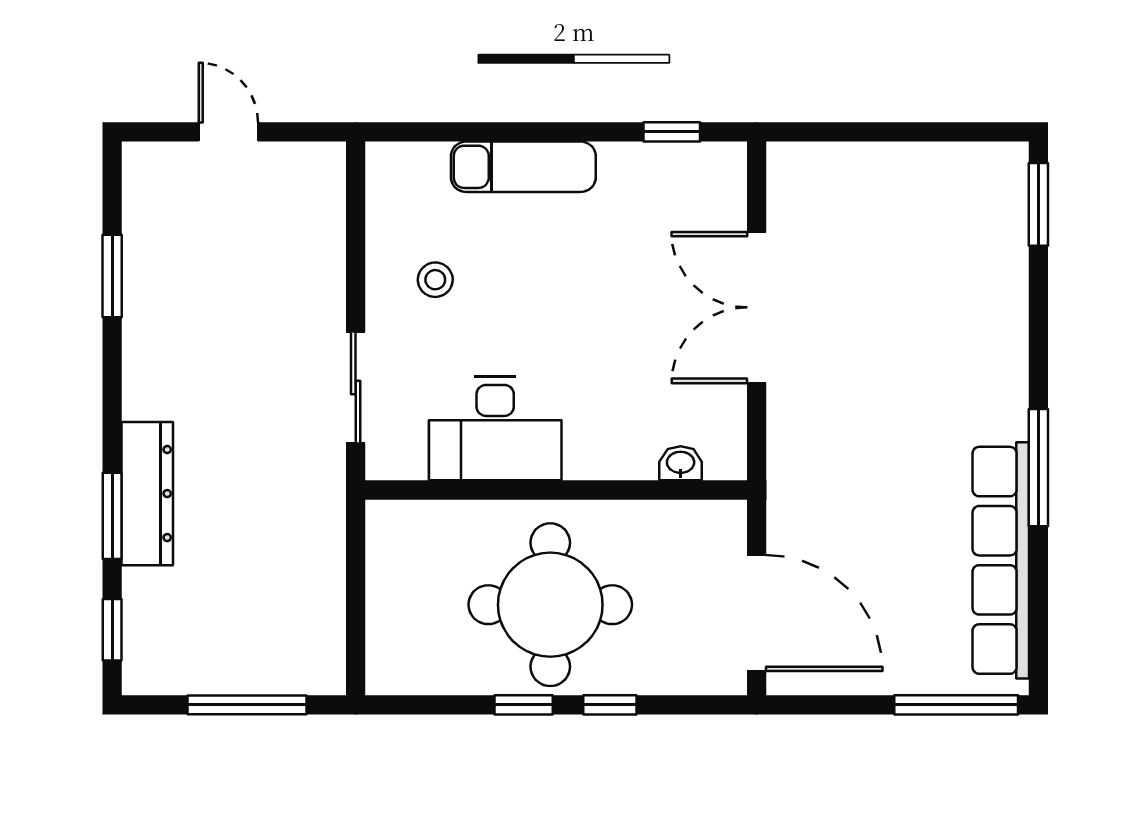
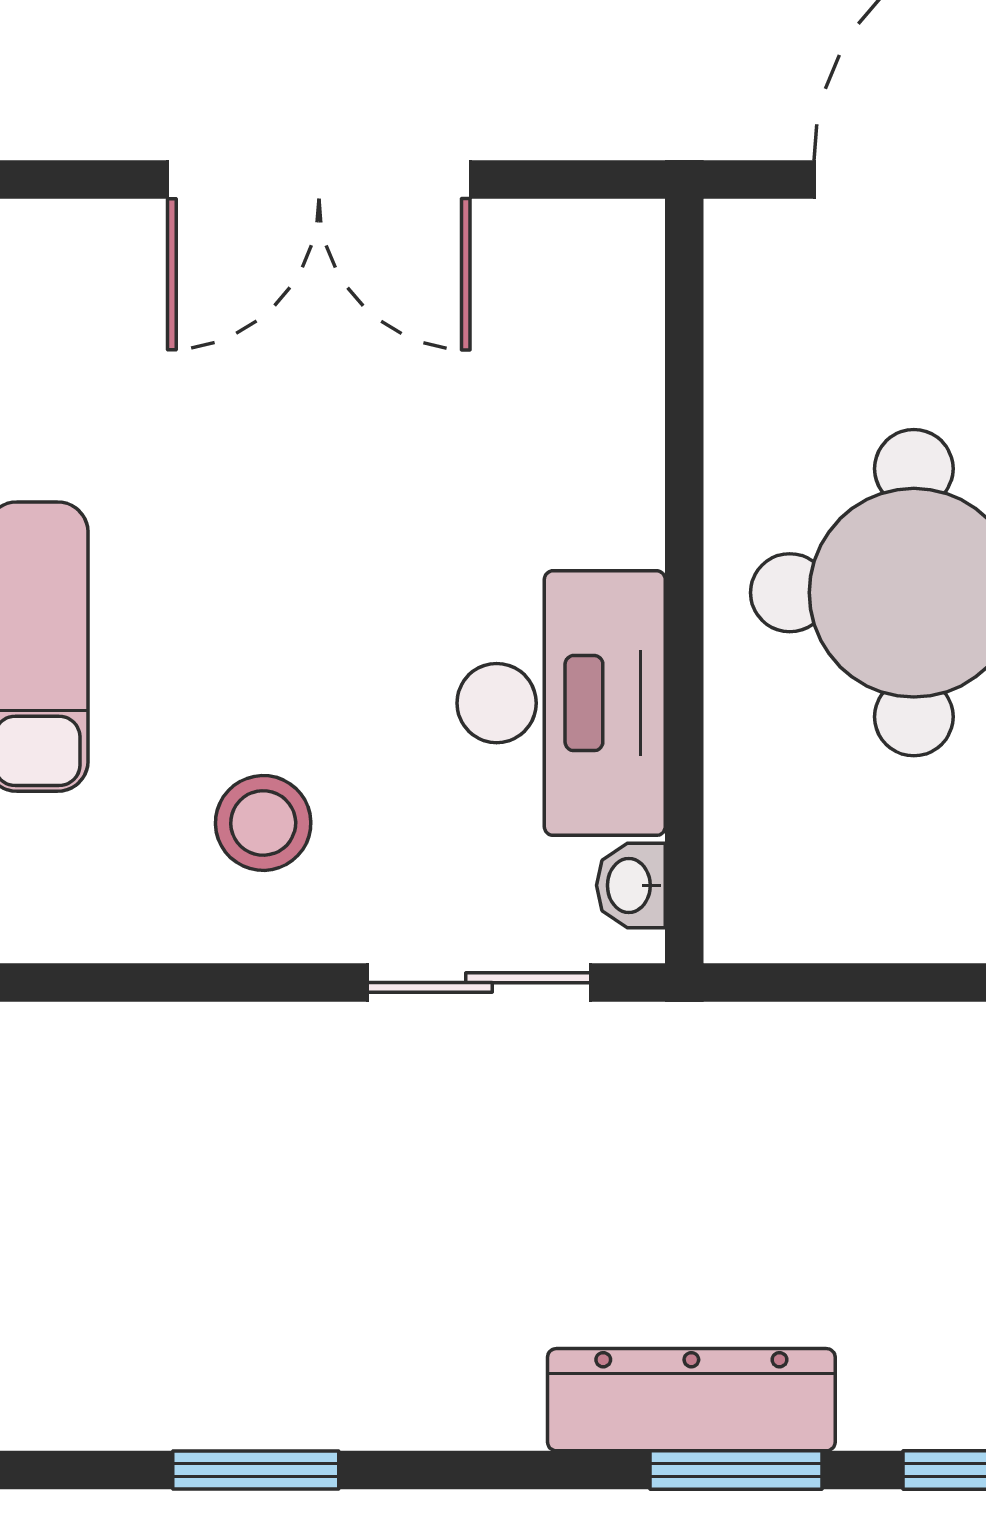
stool: (435, 280) -> (263, 823), width x1.37, depth x1.37
washbasin: (681, 463) -> (631, 885), moved

